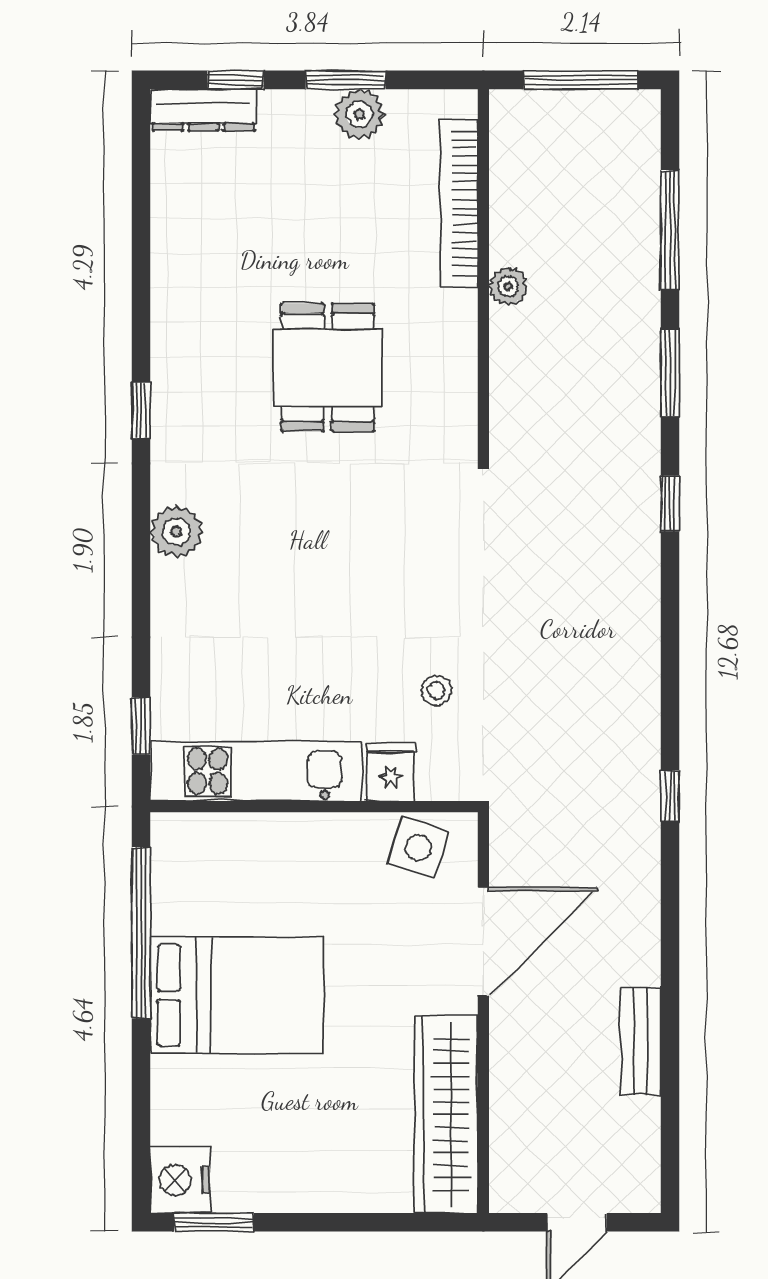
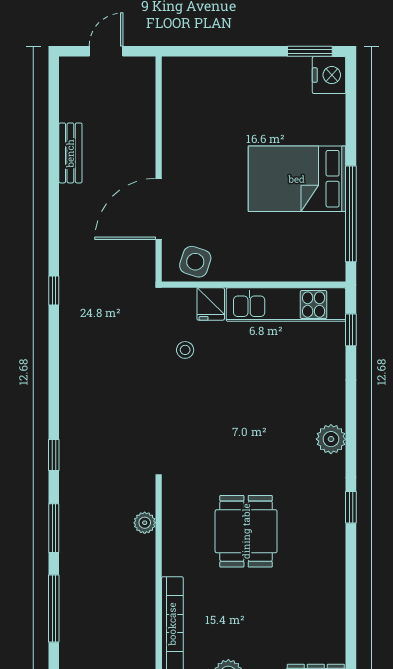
plant: (508, 286) -> (145, 523), moved
wardrobe: (446, 1114) -> (180, 112), removed

